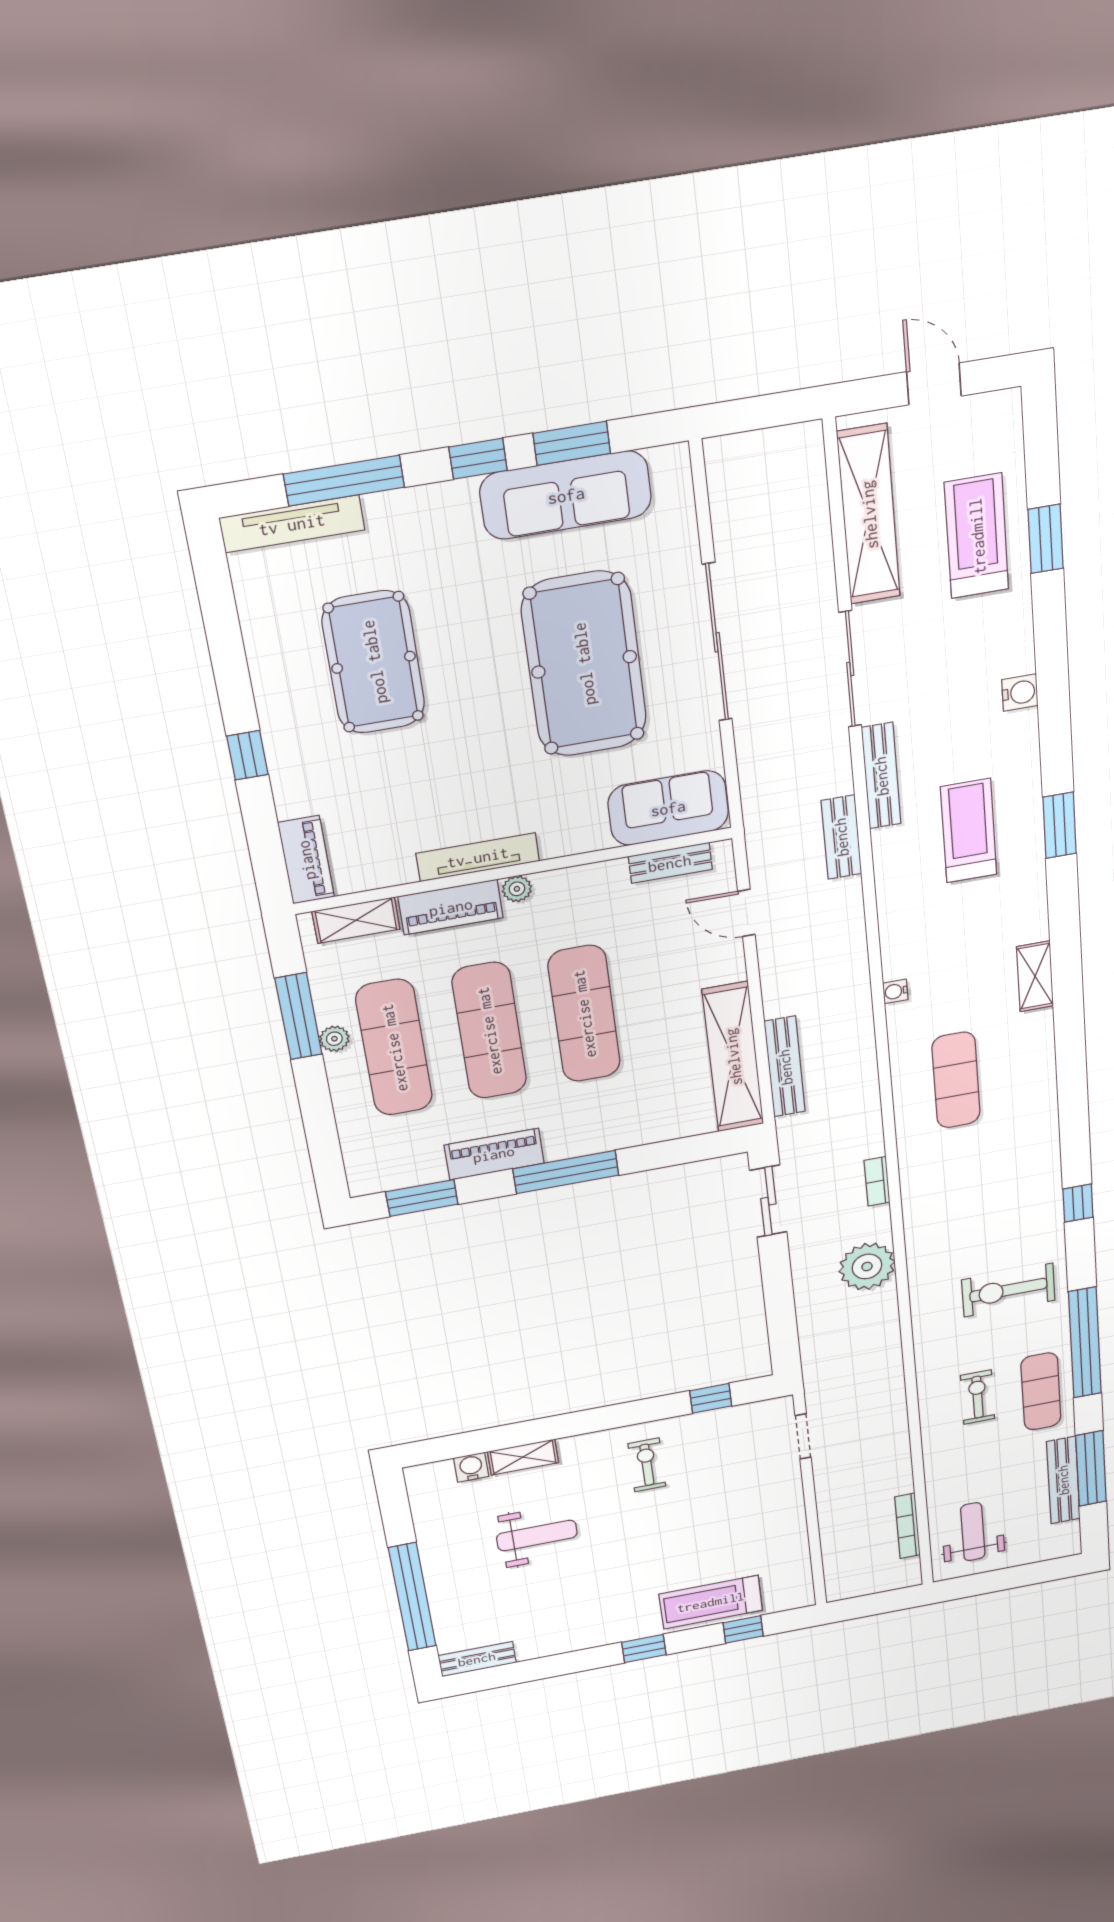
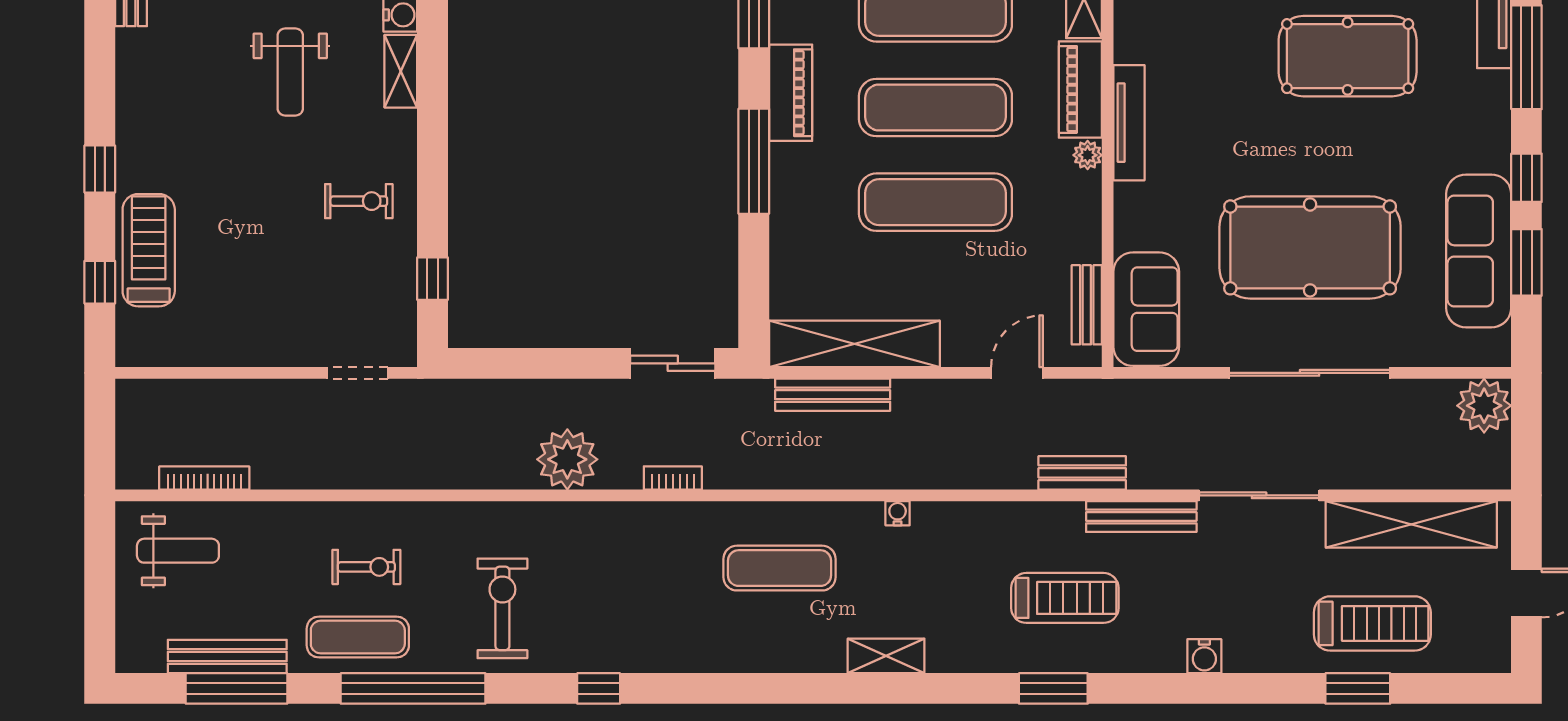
plant: (734, 462) -> (1484, 406), added

